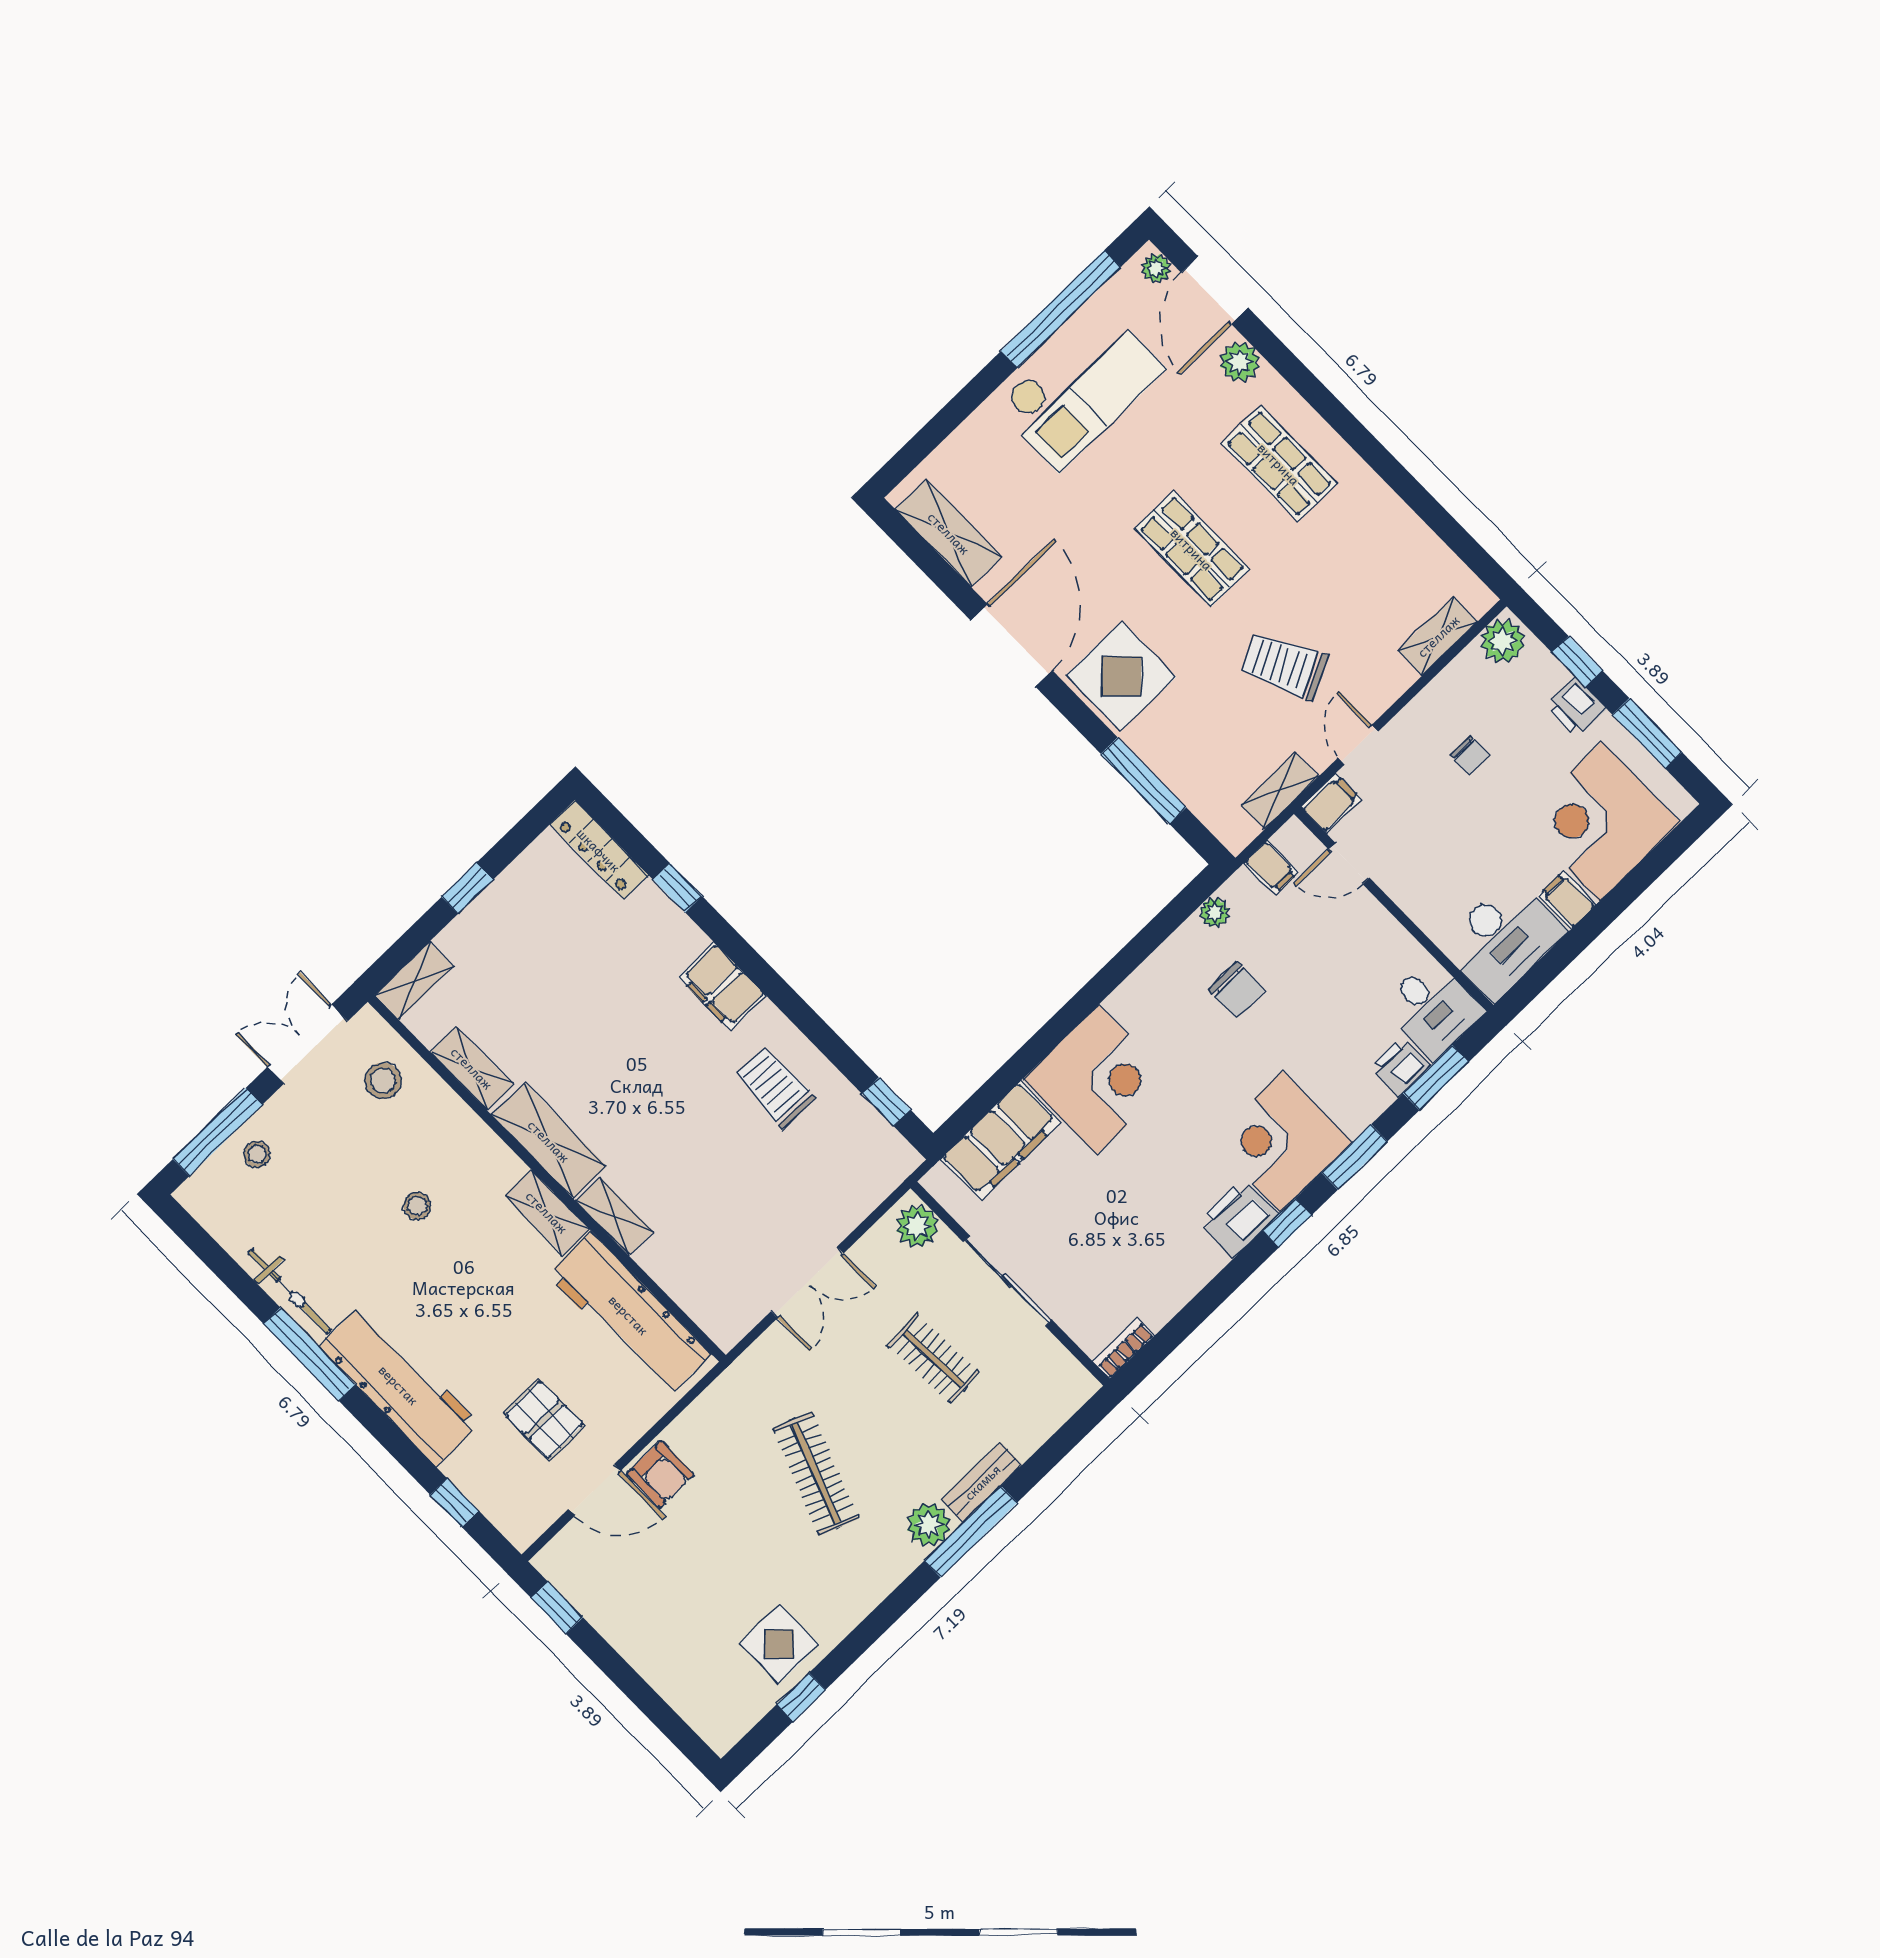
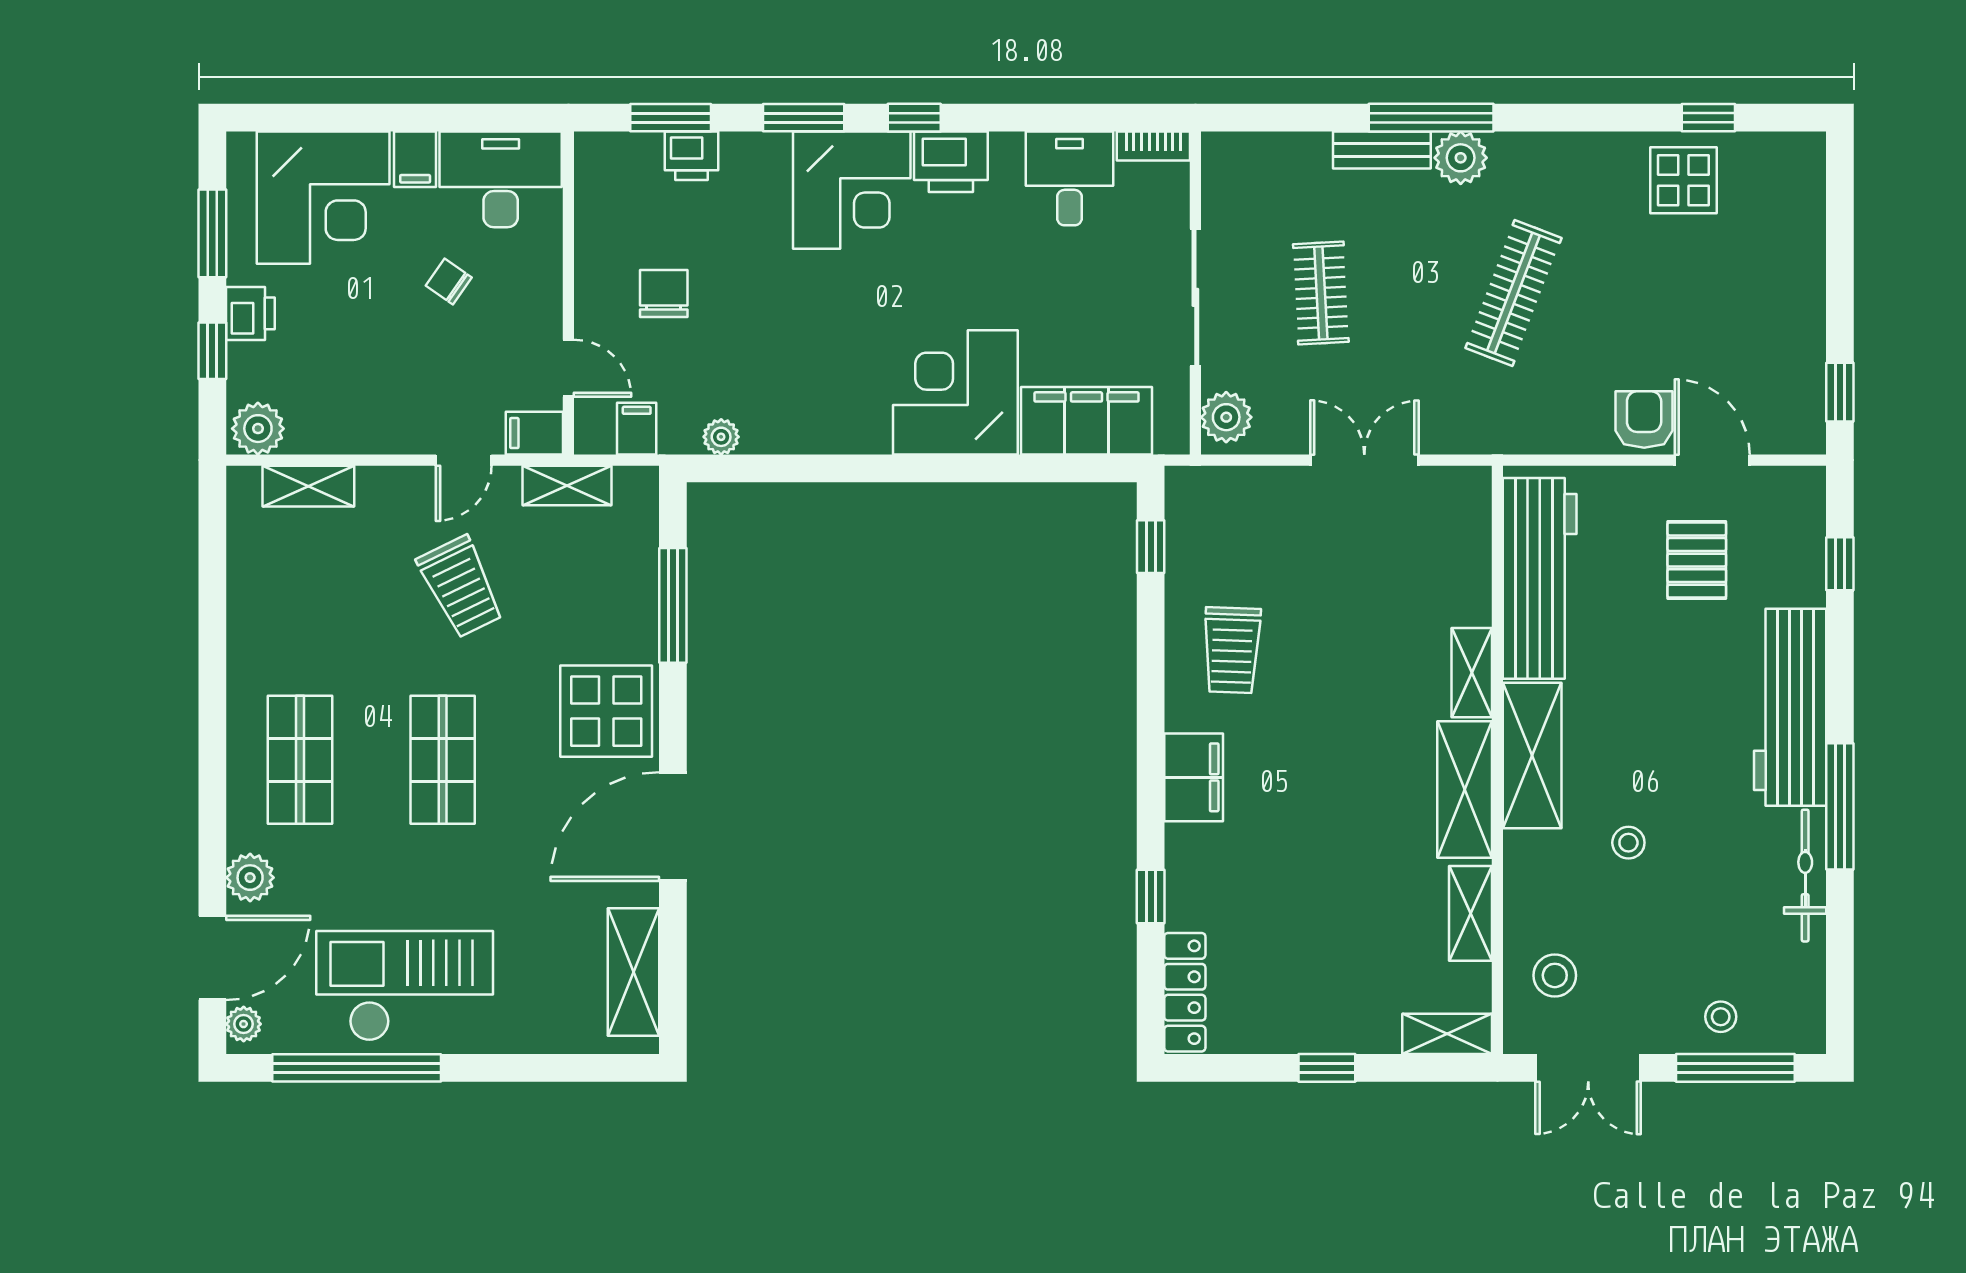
chair: (1470, 755) -> (449, 282), moved, turned -55
chair: (1237, 990) -> (664, 293), moved
desk: (1432, 1009) -> (1070, 178), moved
shelving: (547, 1212) -> (1532, 756), width x1.50, depth x1.33

